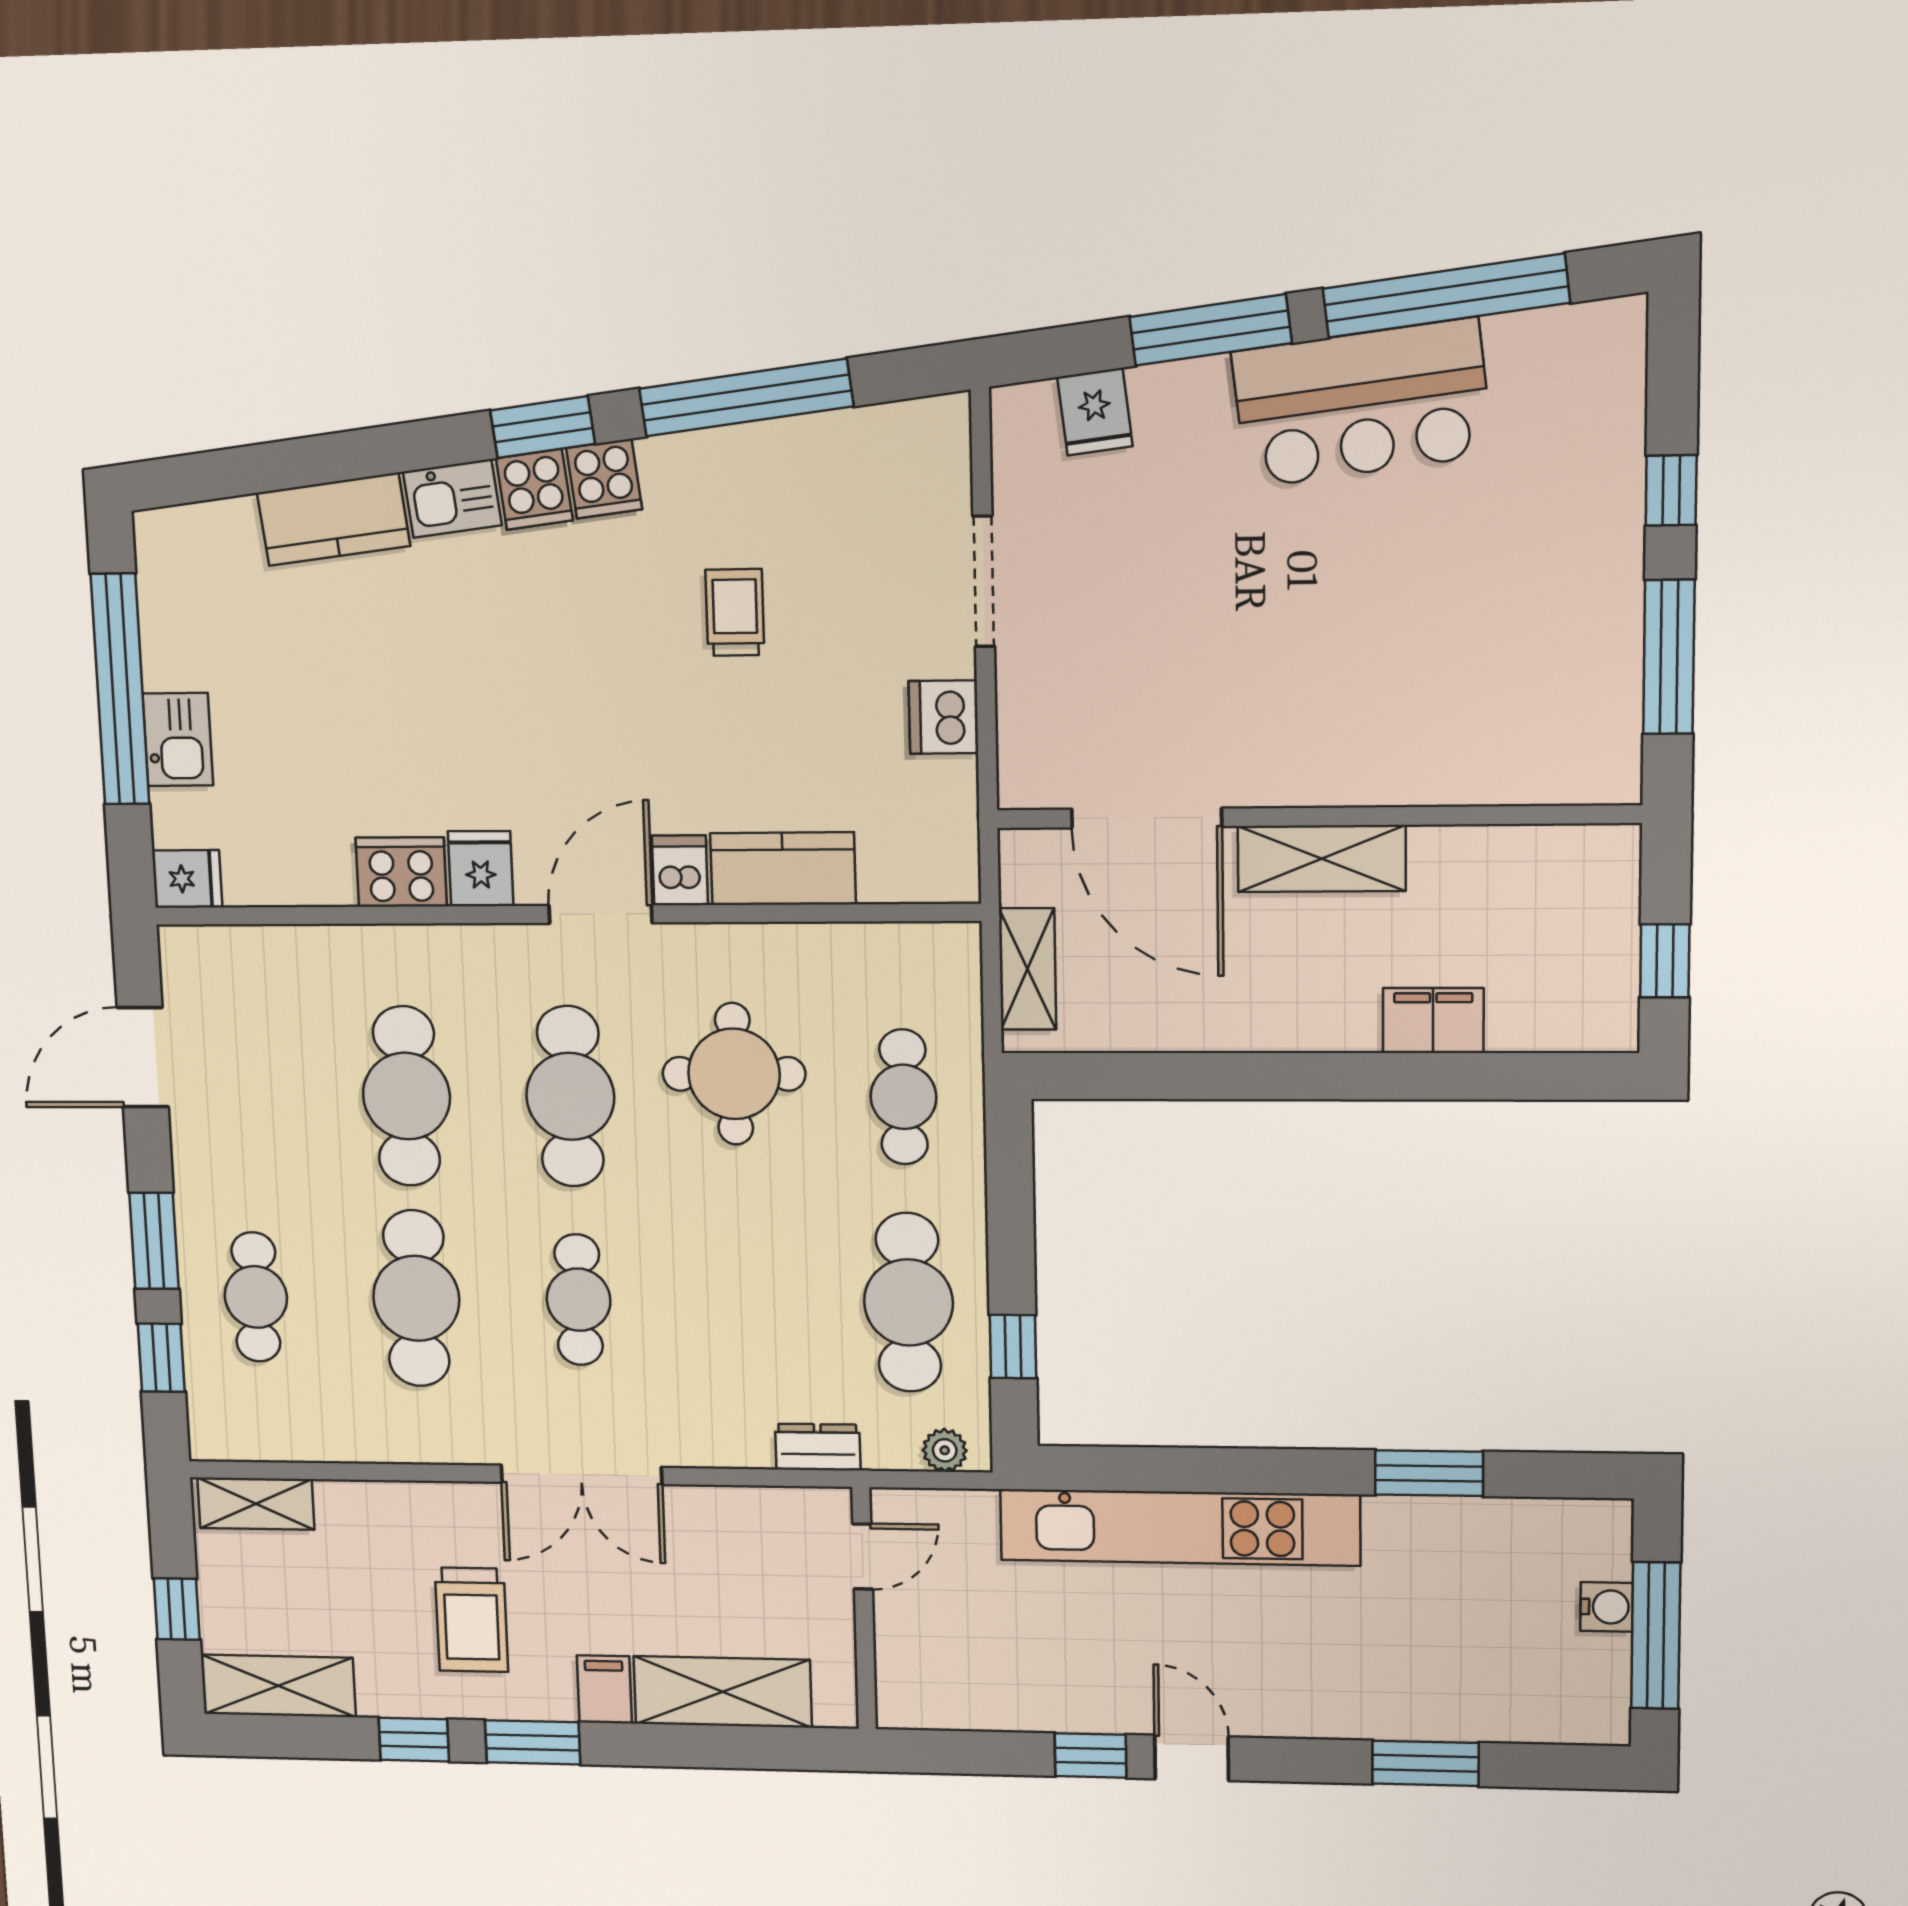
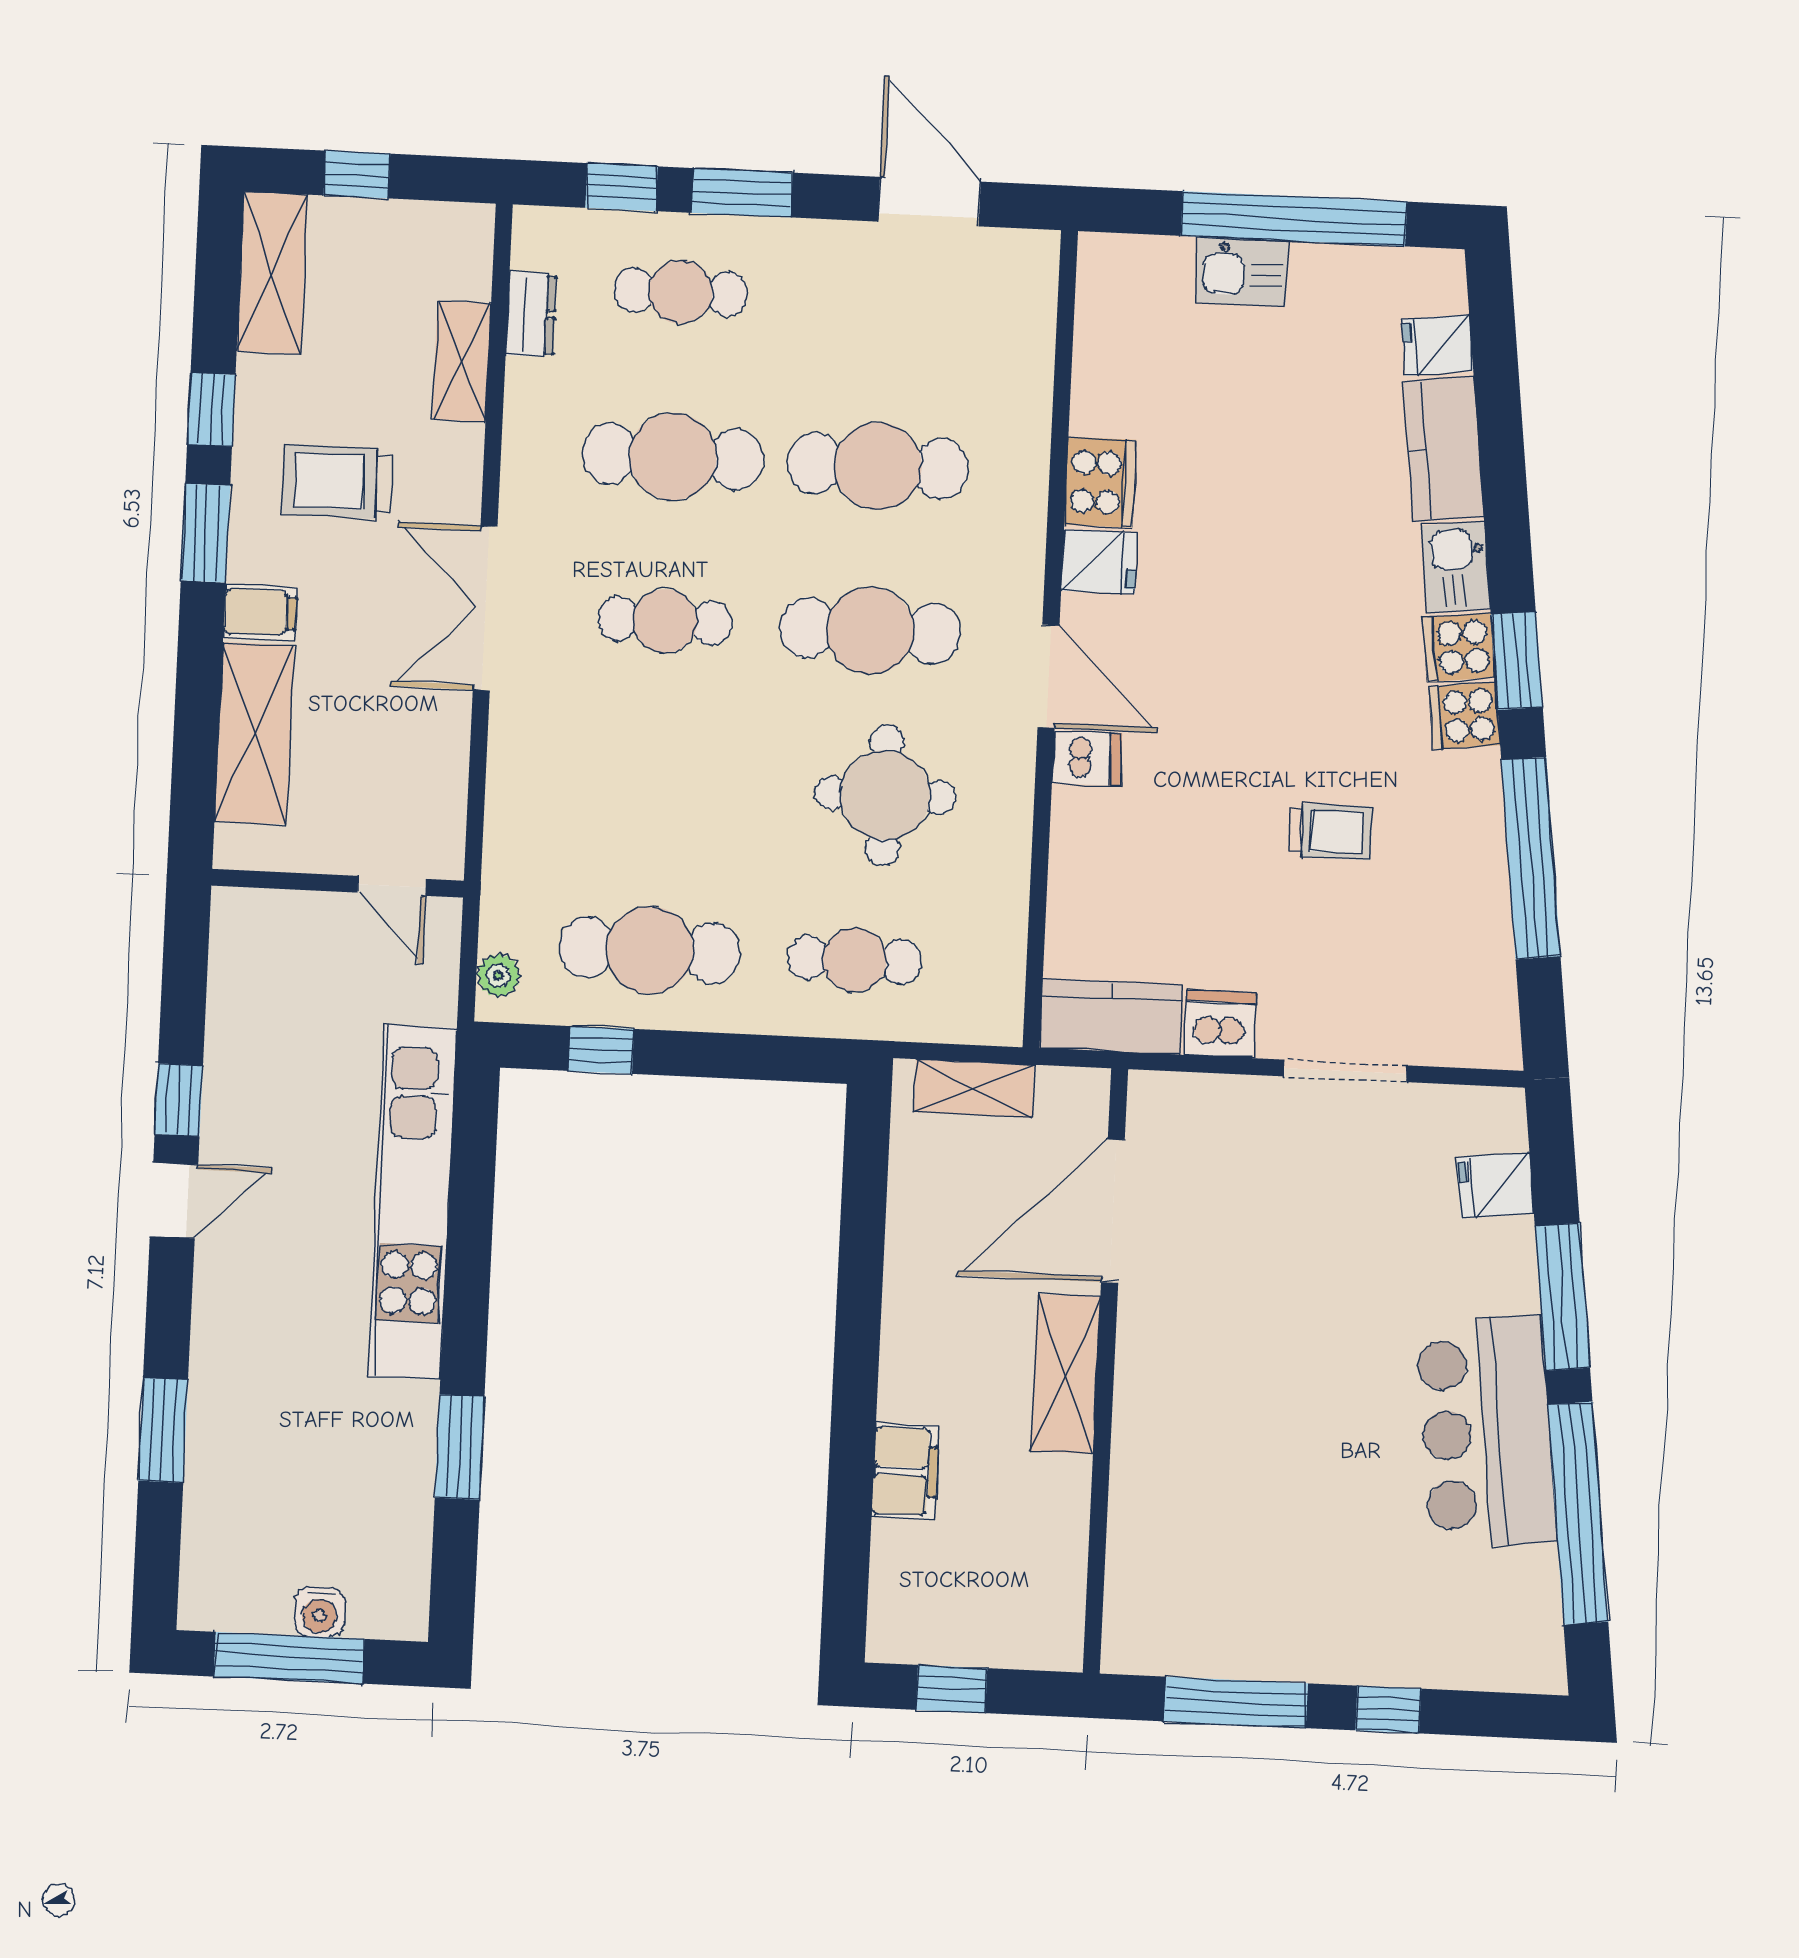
kitchen counter: (783, 869) -> (1111, 1016), moved, turned -90
fridge: (187, 879) -> (1438, 345), moved, turned 83
dresser: (818, 1447) -> (531, 314), moved
shelving: (256, 1504) -> (462, 361), moved

